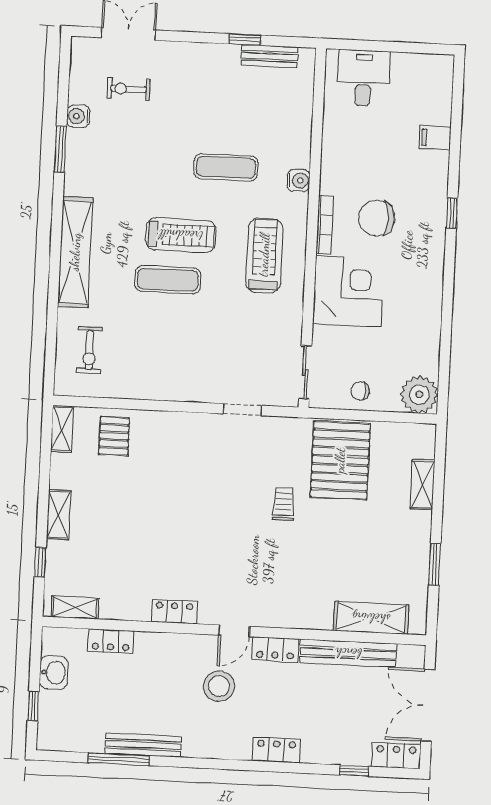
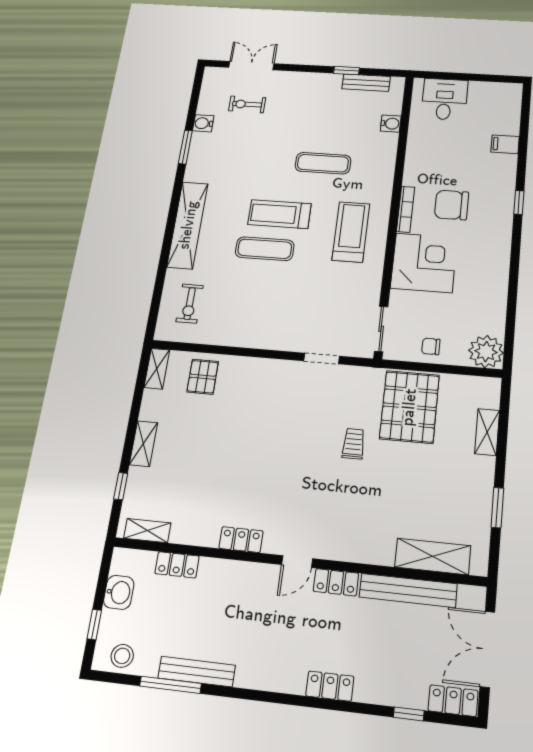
water cooler: (299, 180) -> (391, 124), moved
treadmill: (181, 235) -> (279, 214), turned 180
stool: (219, 686) -> (122, 656), moved, width x0.73, depth x0.73

